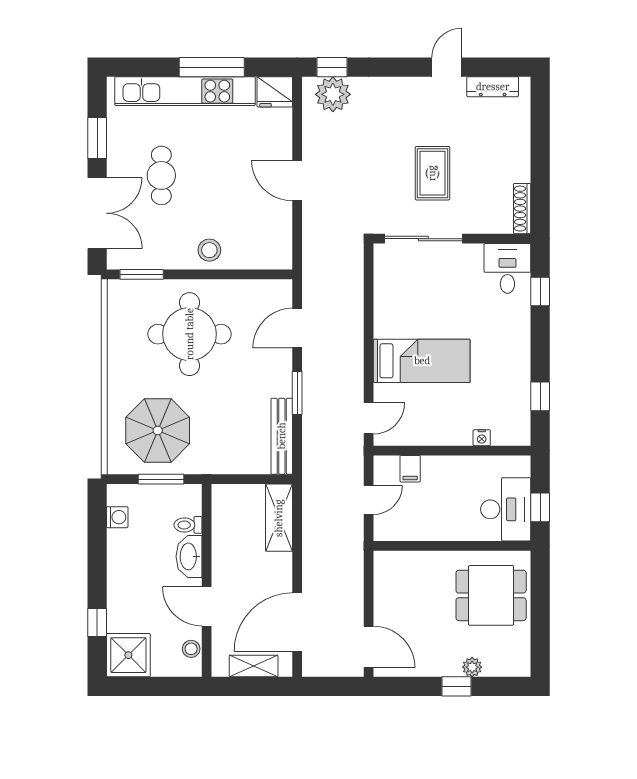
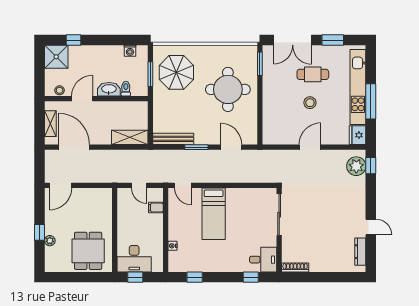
rug: (432, 173) -> (314, 219), removed
stool: (209, 250) -> (310, 103), moved

